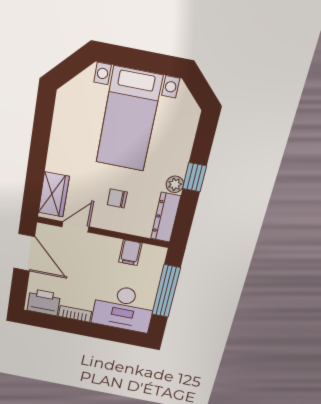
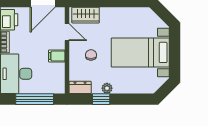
window: (195, 177) -> (101, 99), moved
dresser: (166, 217) -> (80, 87), width x0.70
filing cabinet: (130, 253) -> (57, 56), moved

